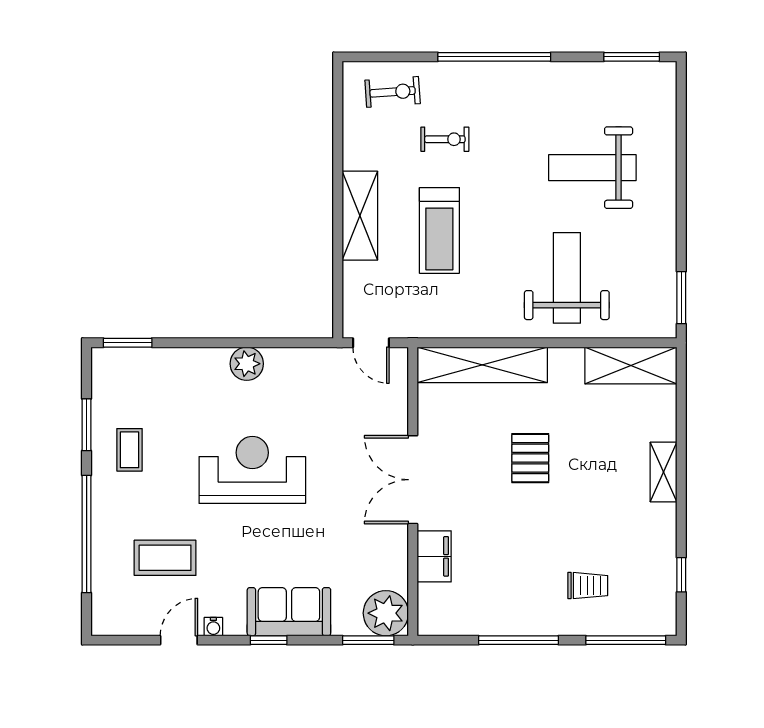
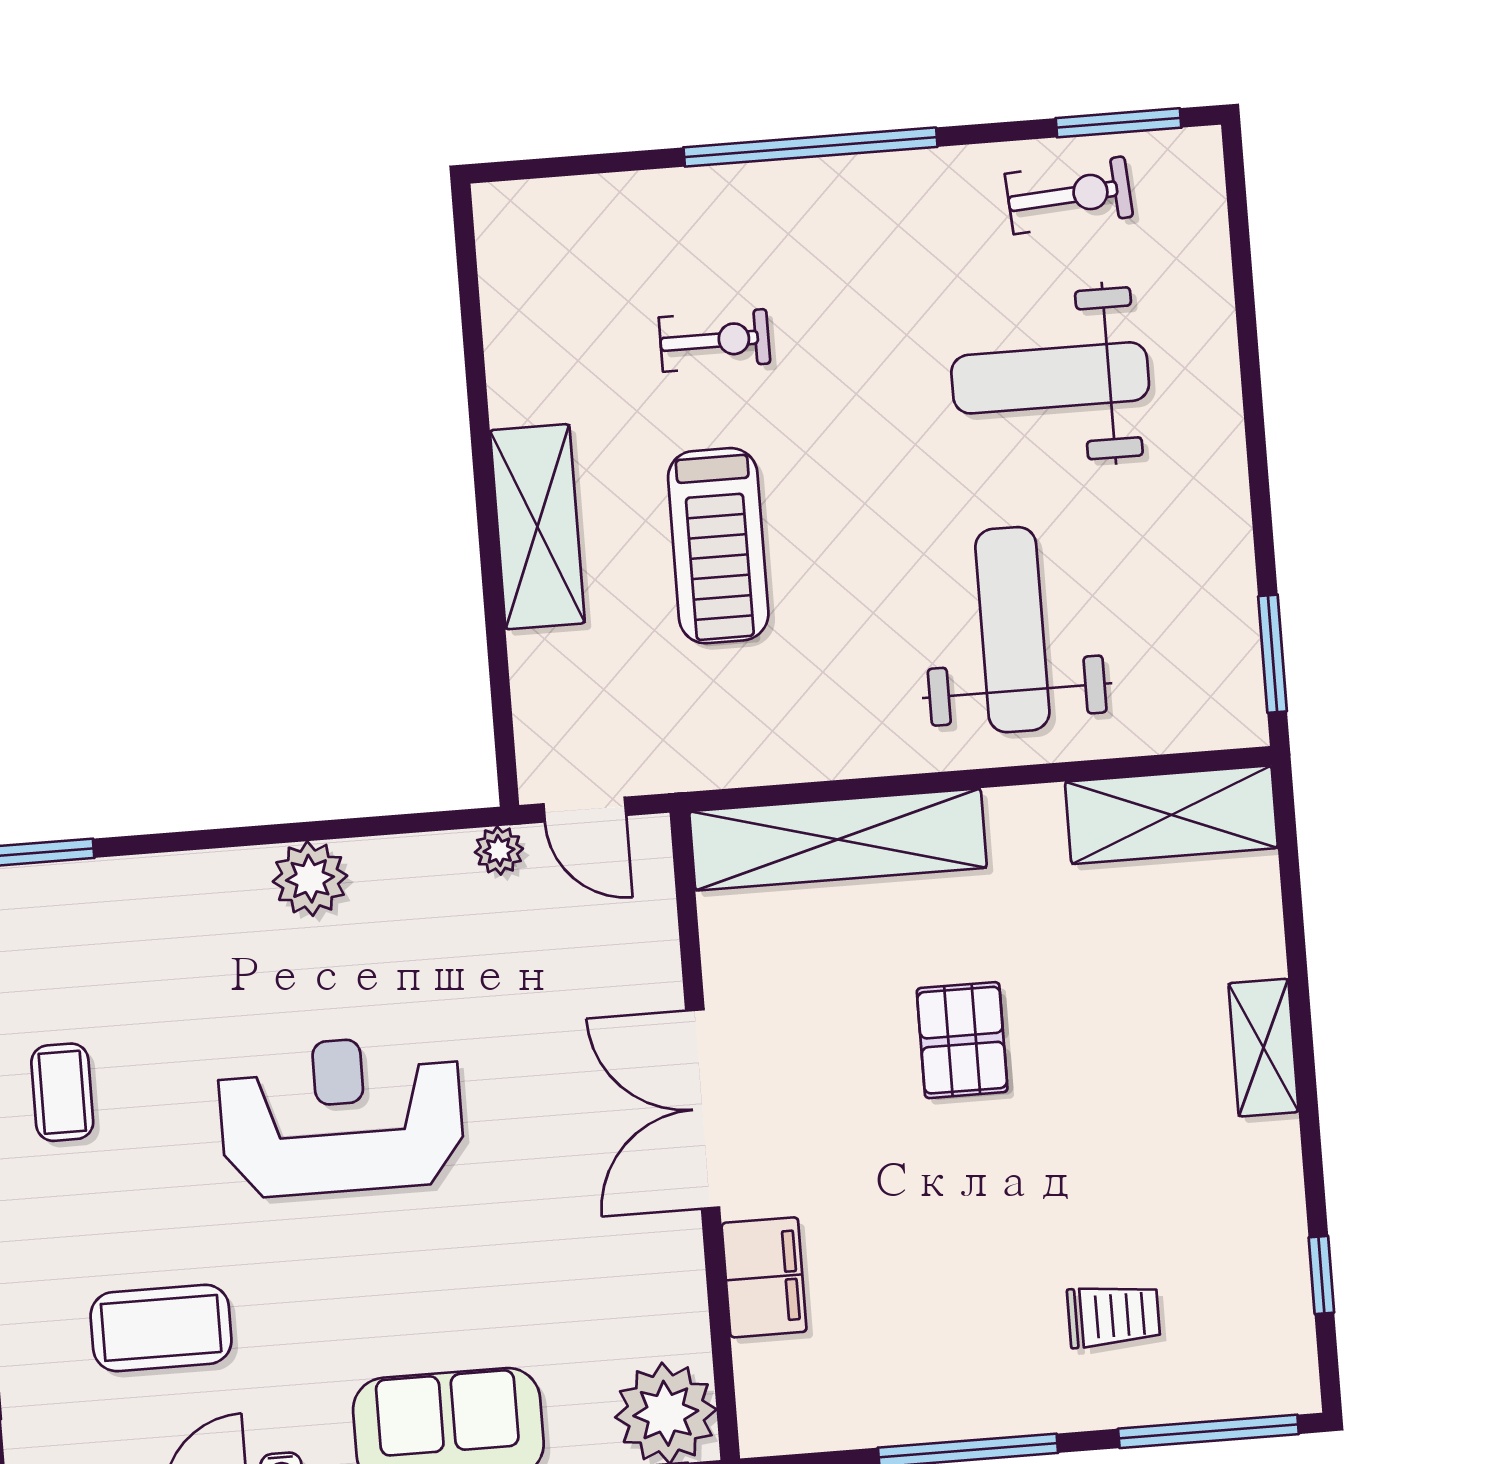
exercise bike: (393, 92) -> (1069, 195), moved
plant: (331, 358) -> (499, 850), added

